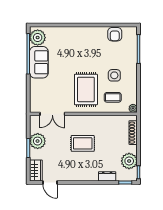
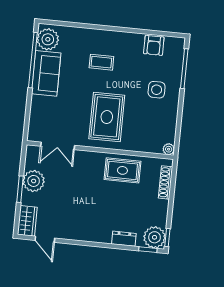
side table: (114, 75) -> (157, 90), moved
coffee table: (113, 97) -> (101, 62), moved
rug: (83, 143) -> (122, 170), moved
plant: (129, 161) -> (155, 237), moved

